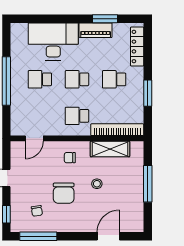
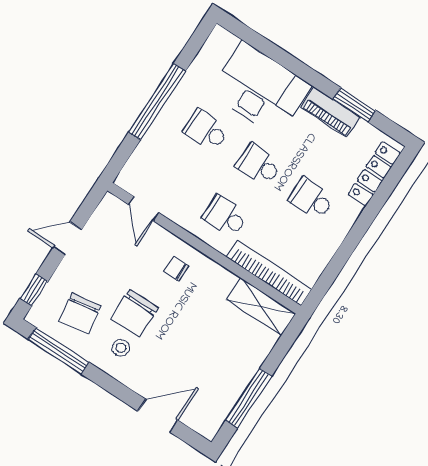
window: (148, 93) -> (346, 250), removed
door: (34, 138) -> (144, 209), hinge flipped
shelving: (110, 149) -> (261, 307), moved
stool: (97, 184) -> (121, 348), moved
window: (148, 184) -> (249, 398), moved
chair: (37, 211) -> (80, 314), width x1.87, depth x1.87

